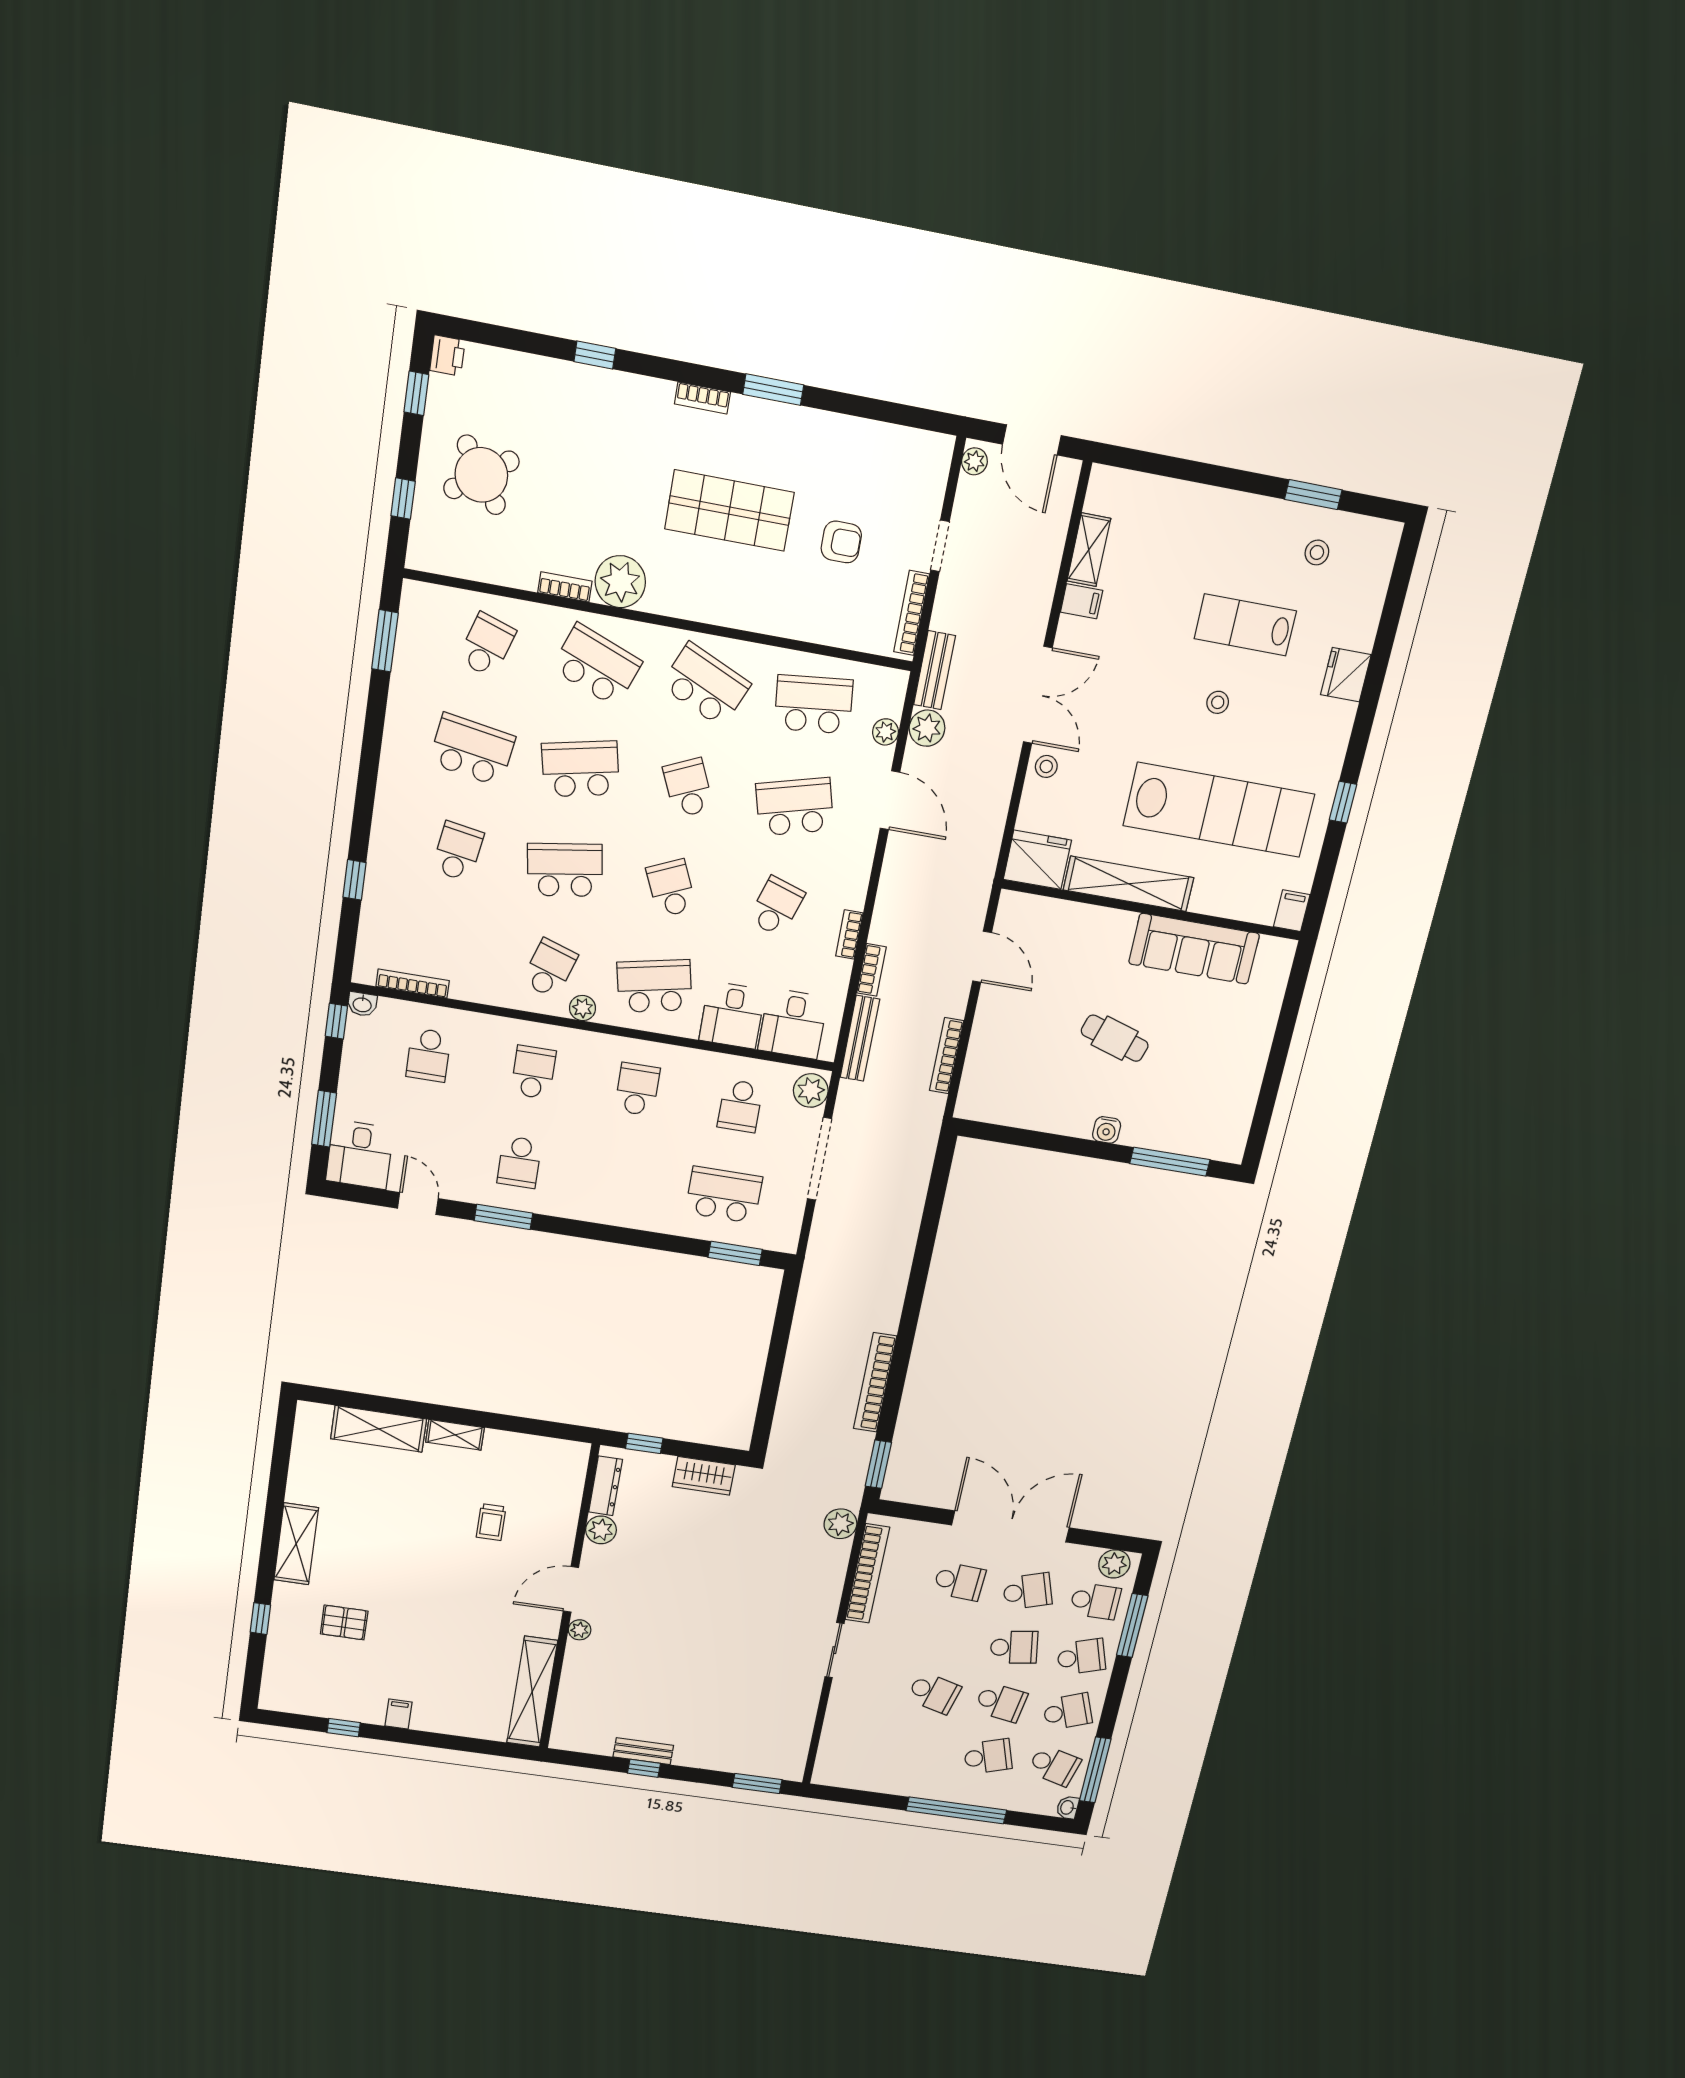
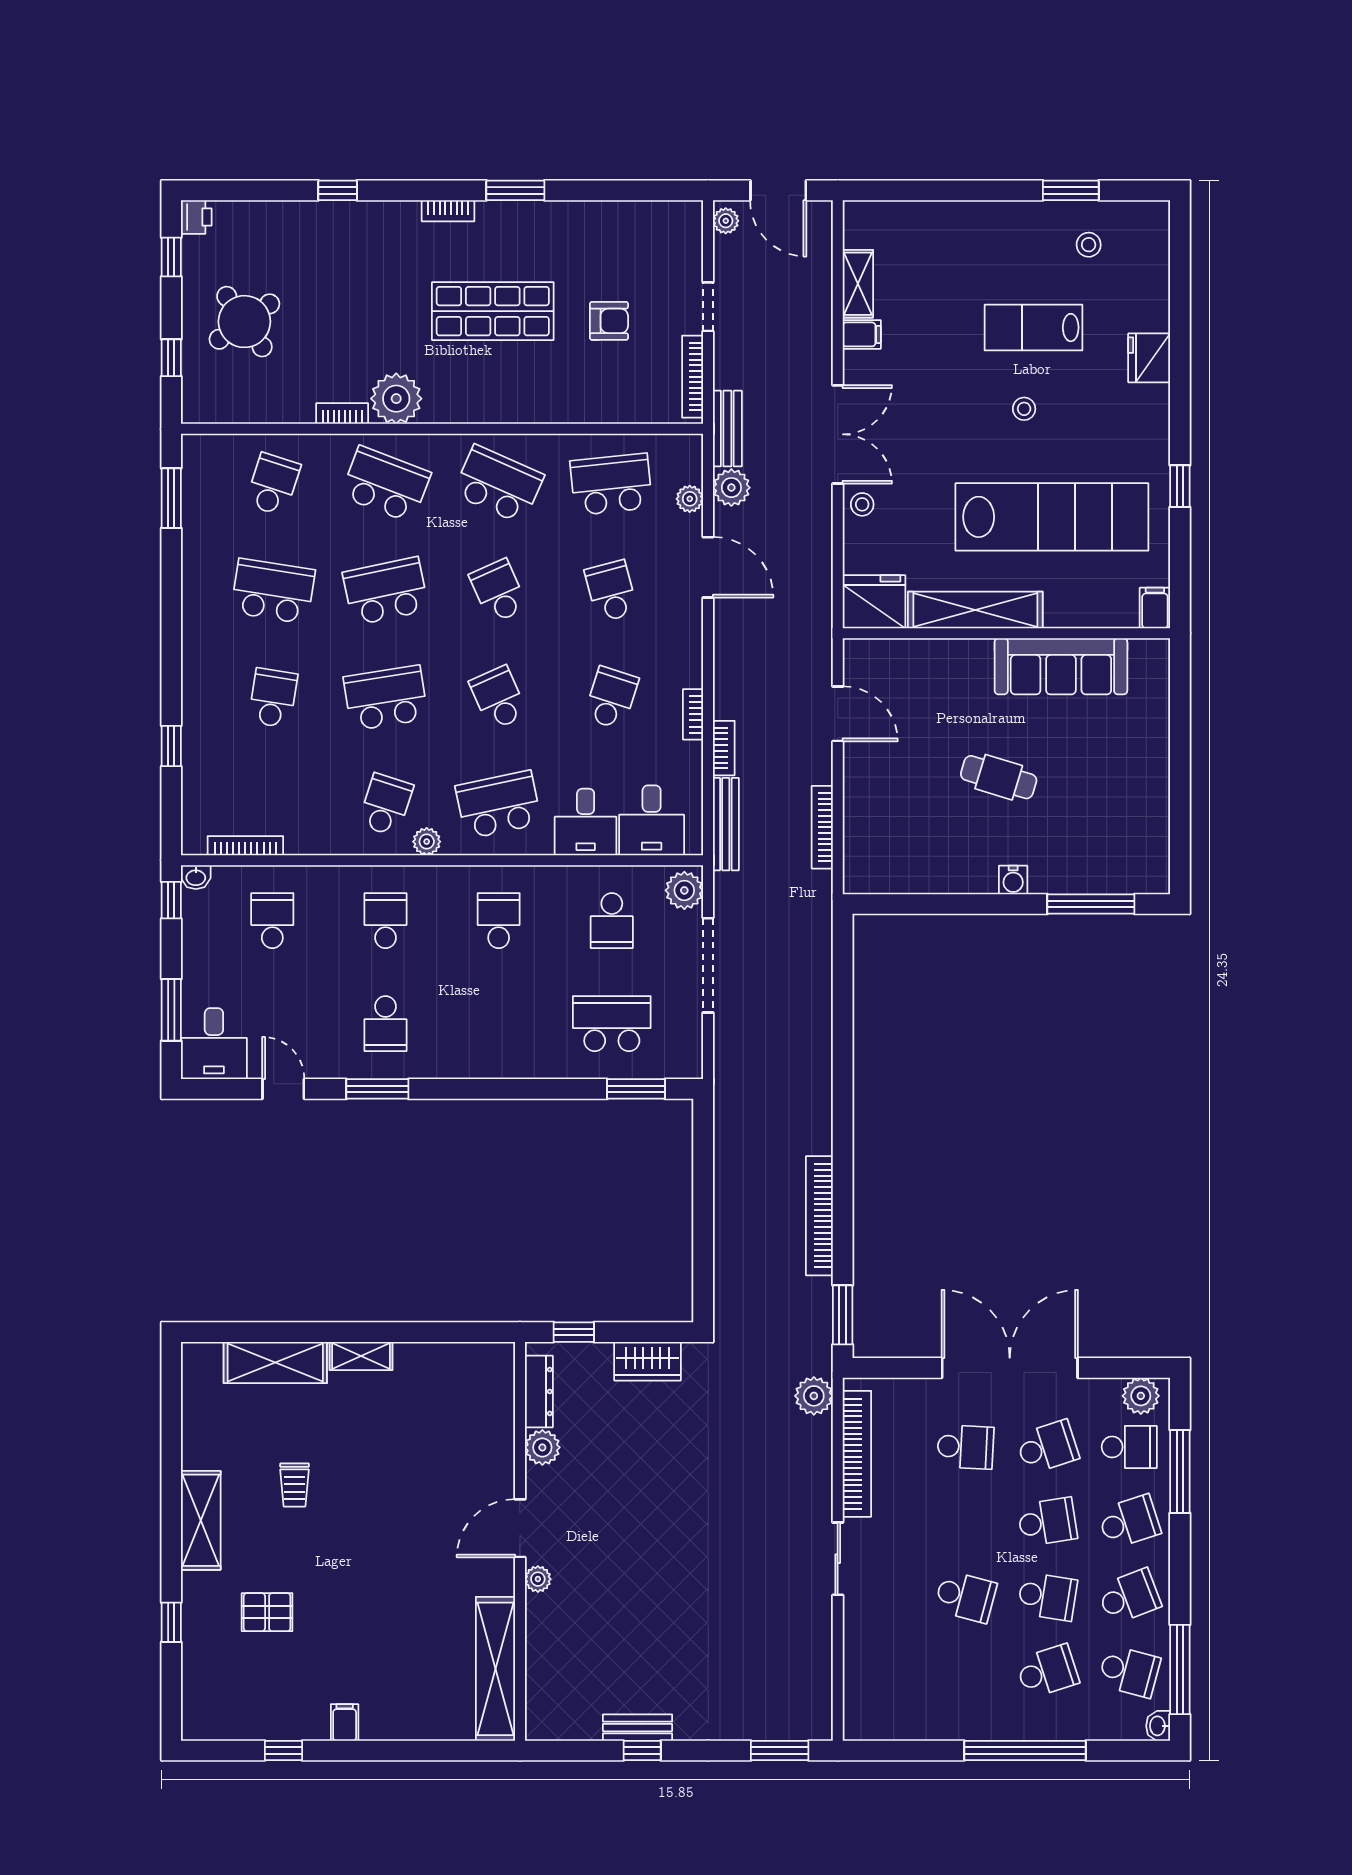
school desk: (795, 807) -> (611, 591), width x0.54
school desk: (429, 1055) -> (272, 921), turned 180
trolley: (491, 1522) -> (294, 1485), moved

